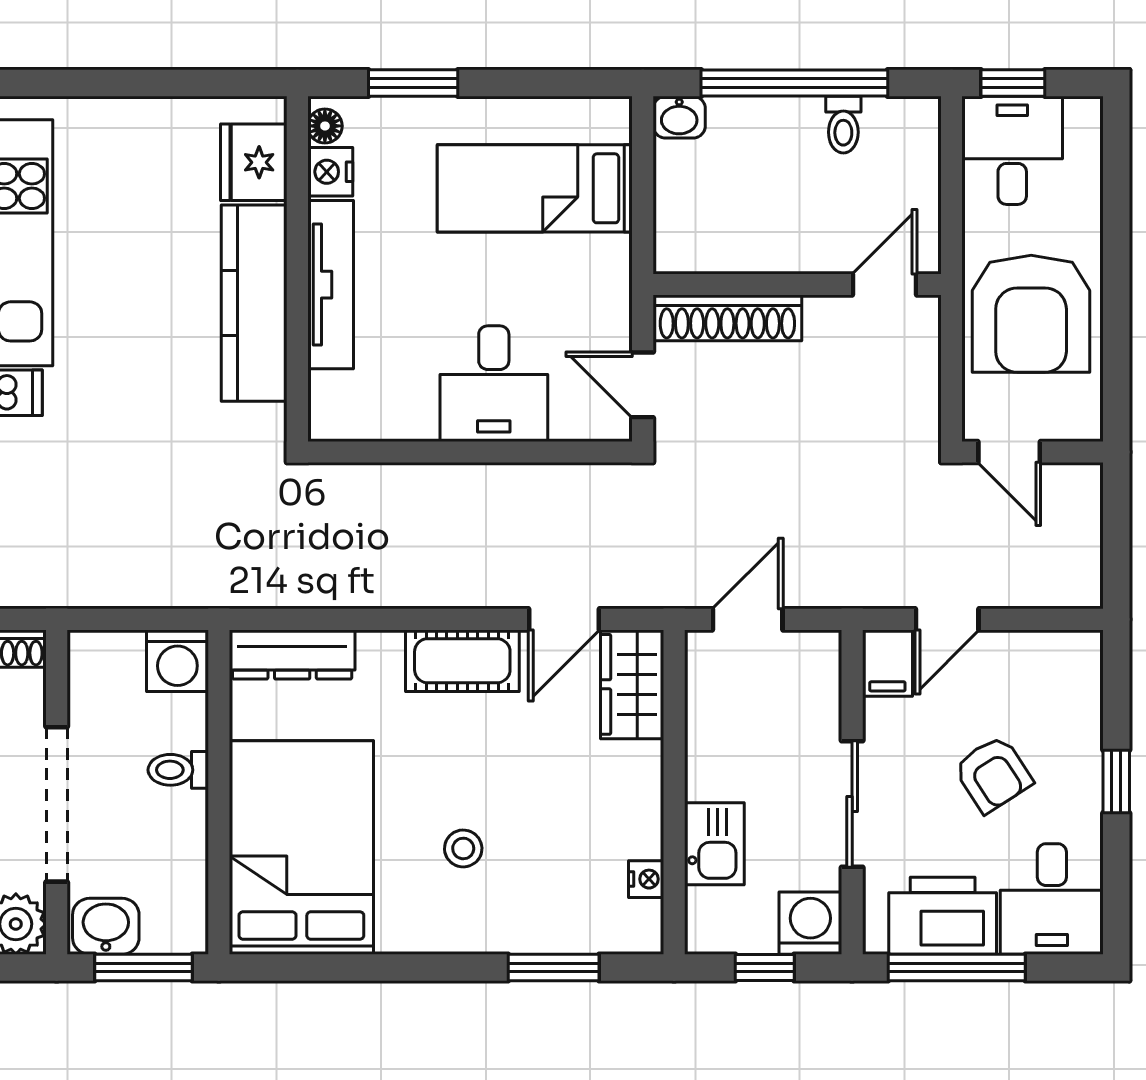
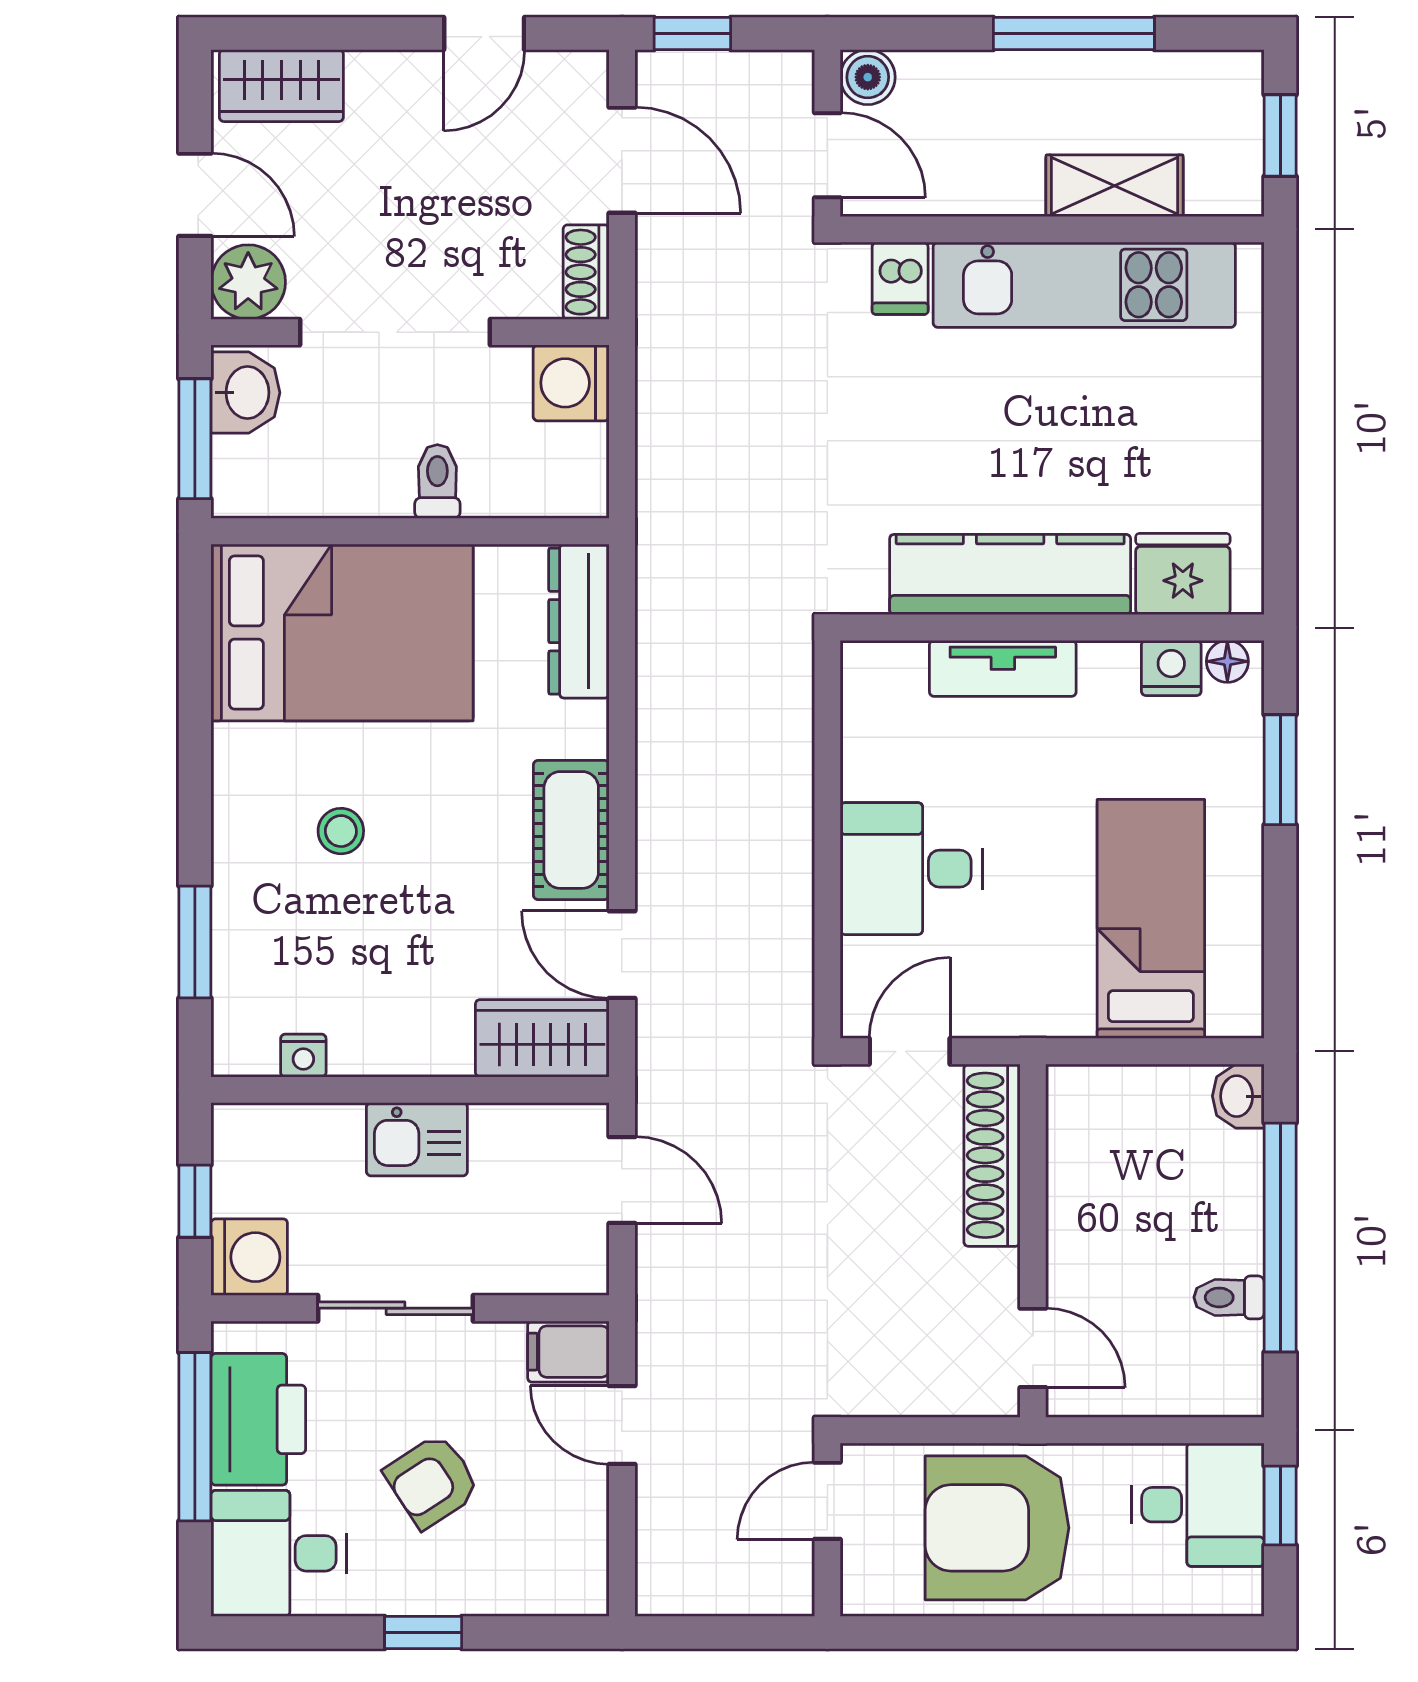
tv unit: (331, 285) -> (1003, 668), width x0.71
washing machine: (177, 661) -> (571, 383), moved
kitchen sink: (714, 844) -> (417, 1139), moved

